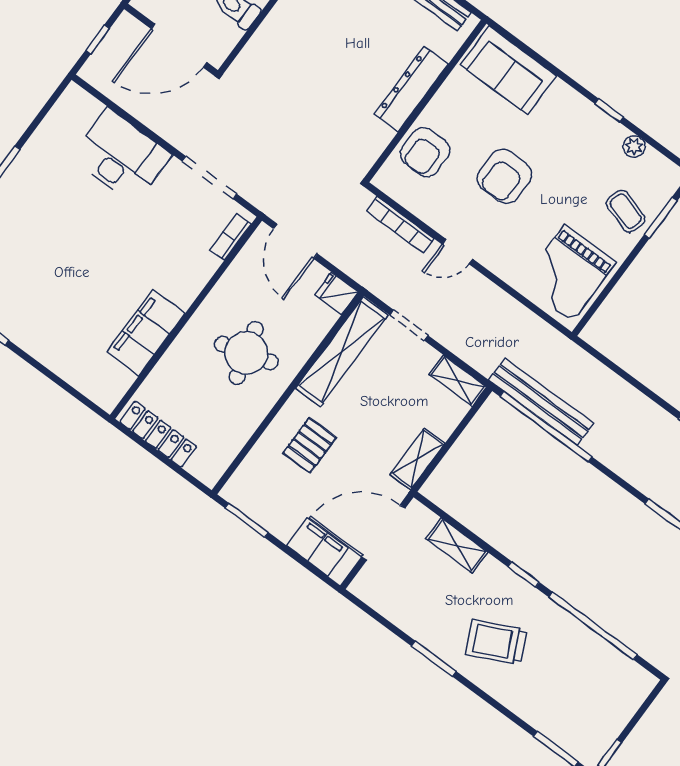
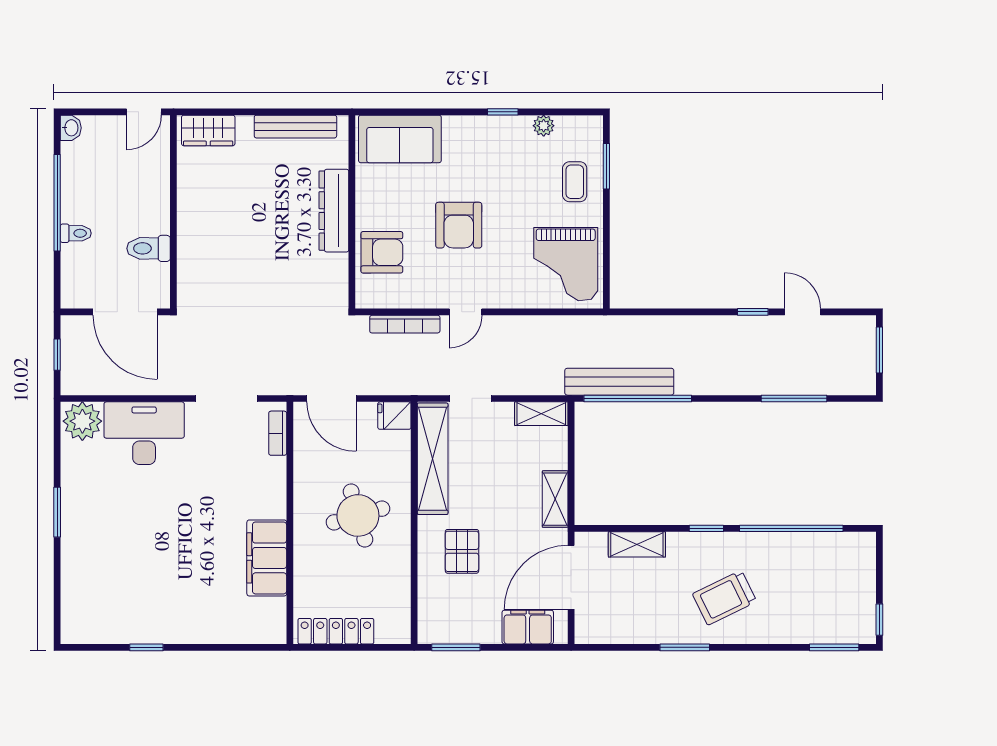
door: (179, 45) -> (125, 312), hinge flipped
plant: (78, 109) -> (82, 421), added
armchair: (425, 152) -> (382, 252), turned -90
coffee table: (626, 211) -> (575, 182), turned 73

